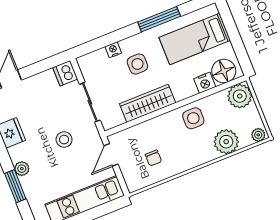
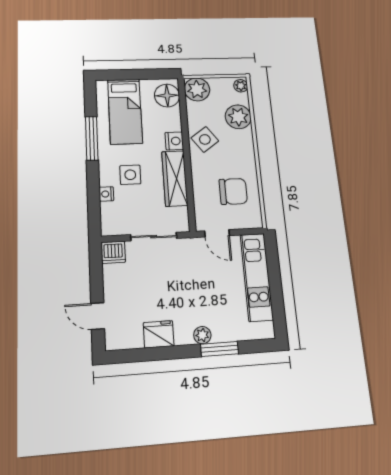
nightstand: (205, 83) -> (174, 141), moved
side table: (193, 118) -> (205, 139), turned -36
stool: (64, 140) -> (185, 277), removed
chair: (153, 158) -> (233, 191), width x1.87, depth x1.87

